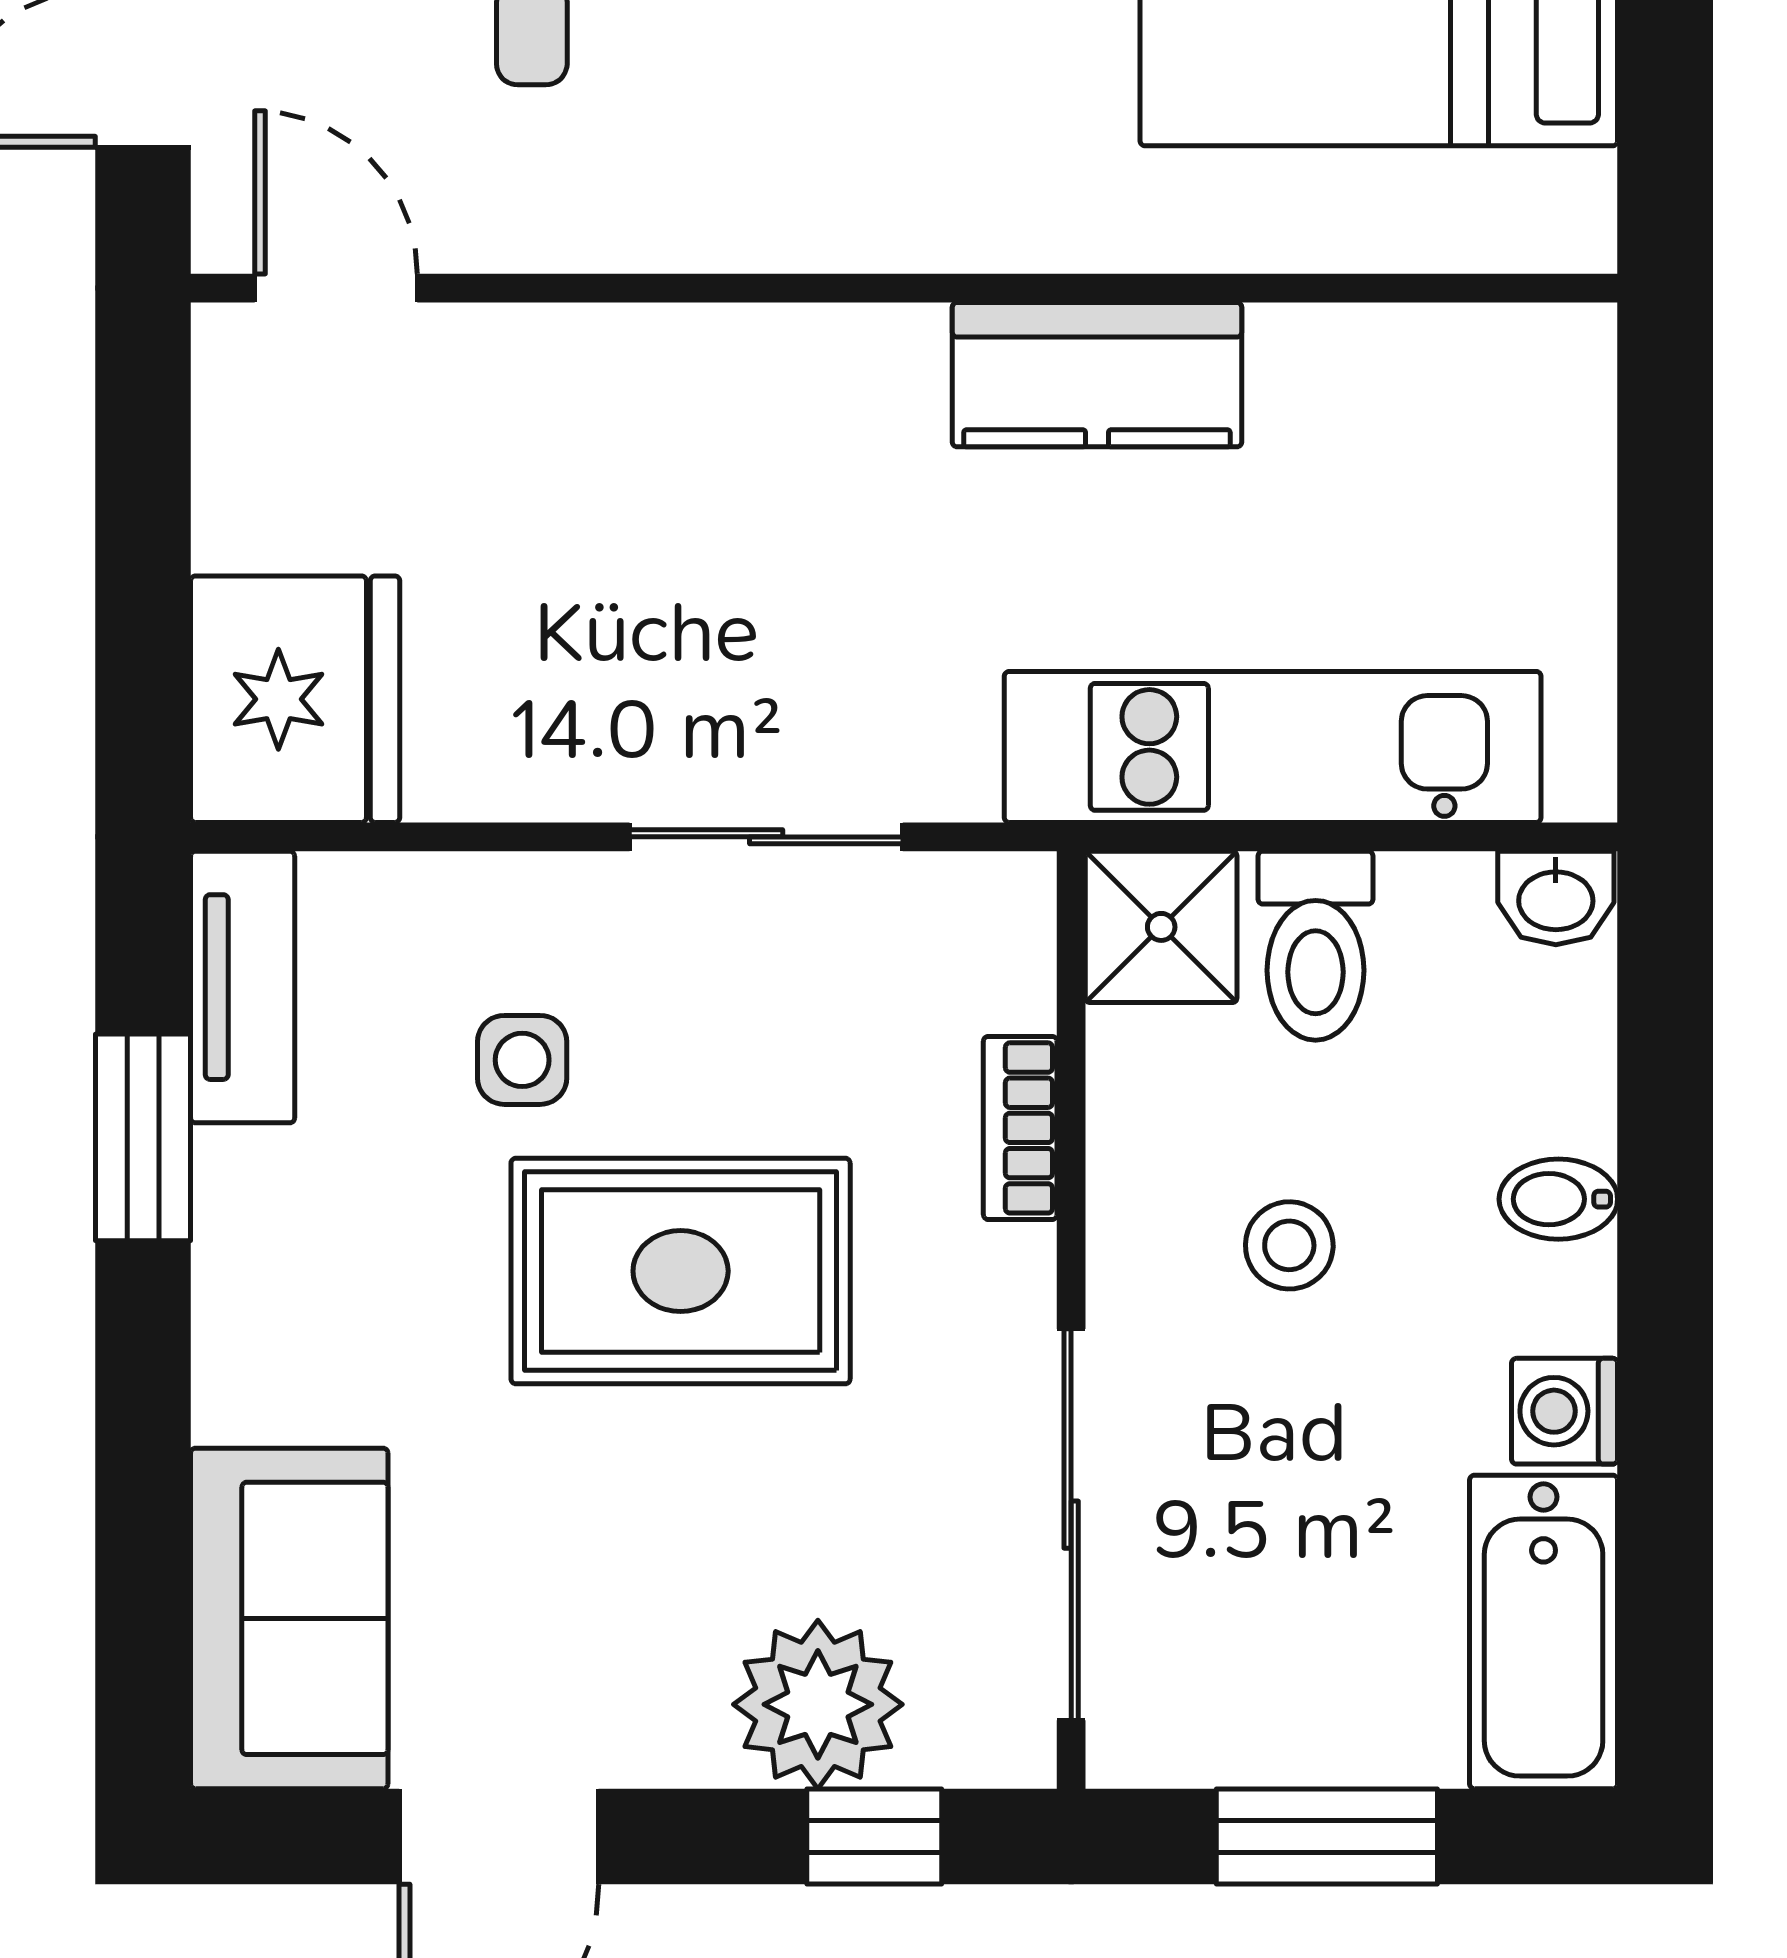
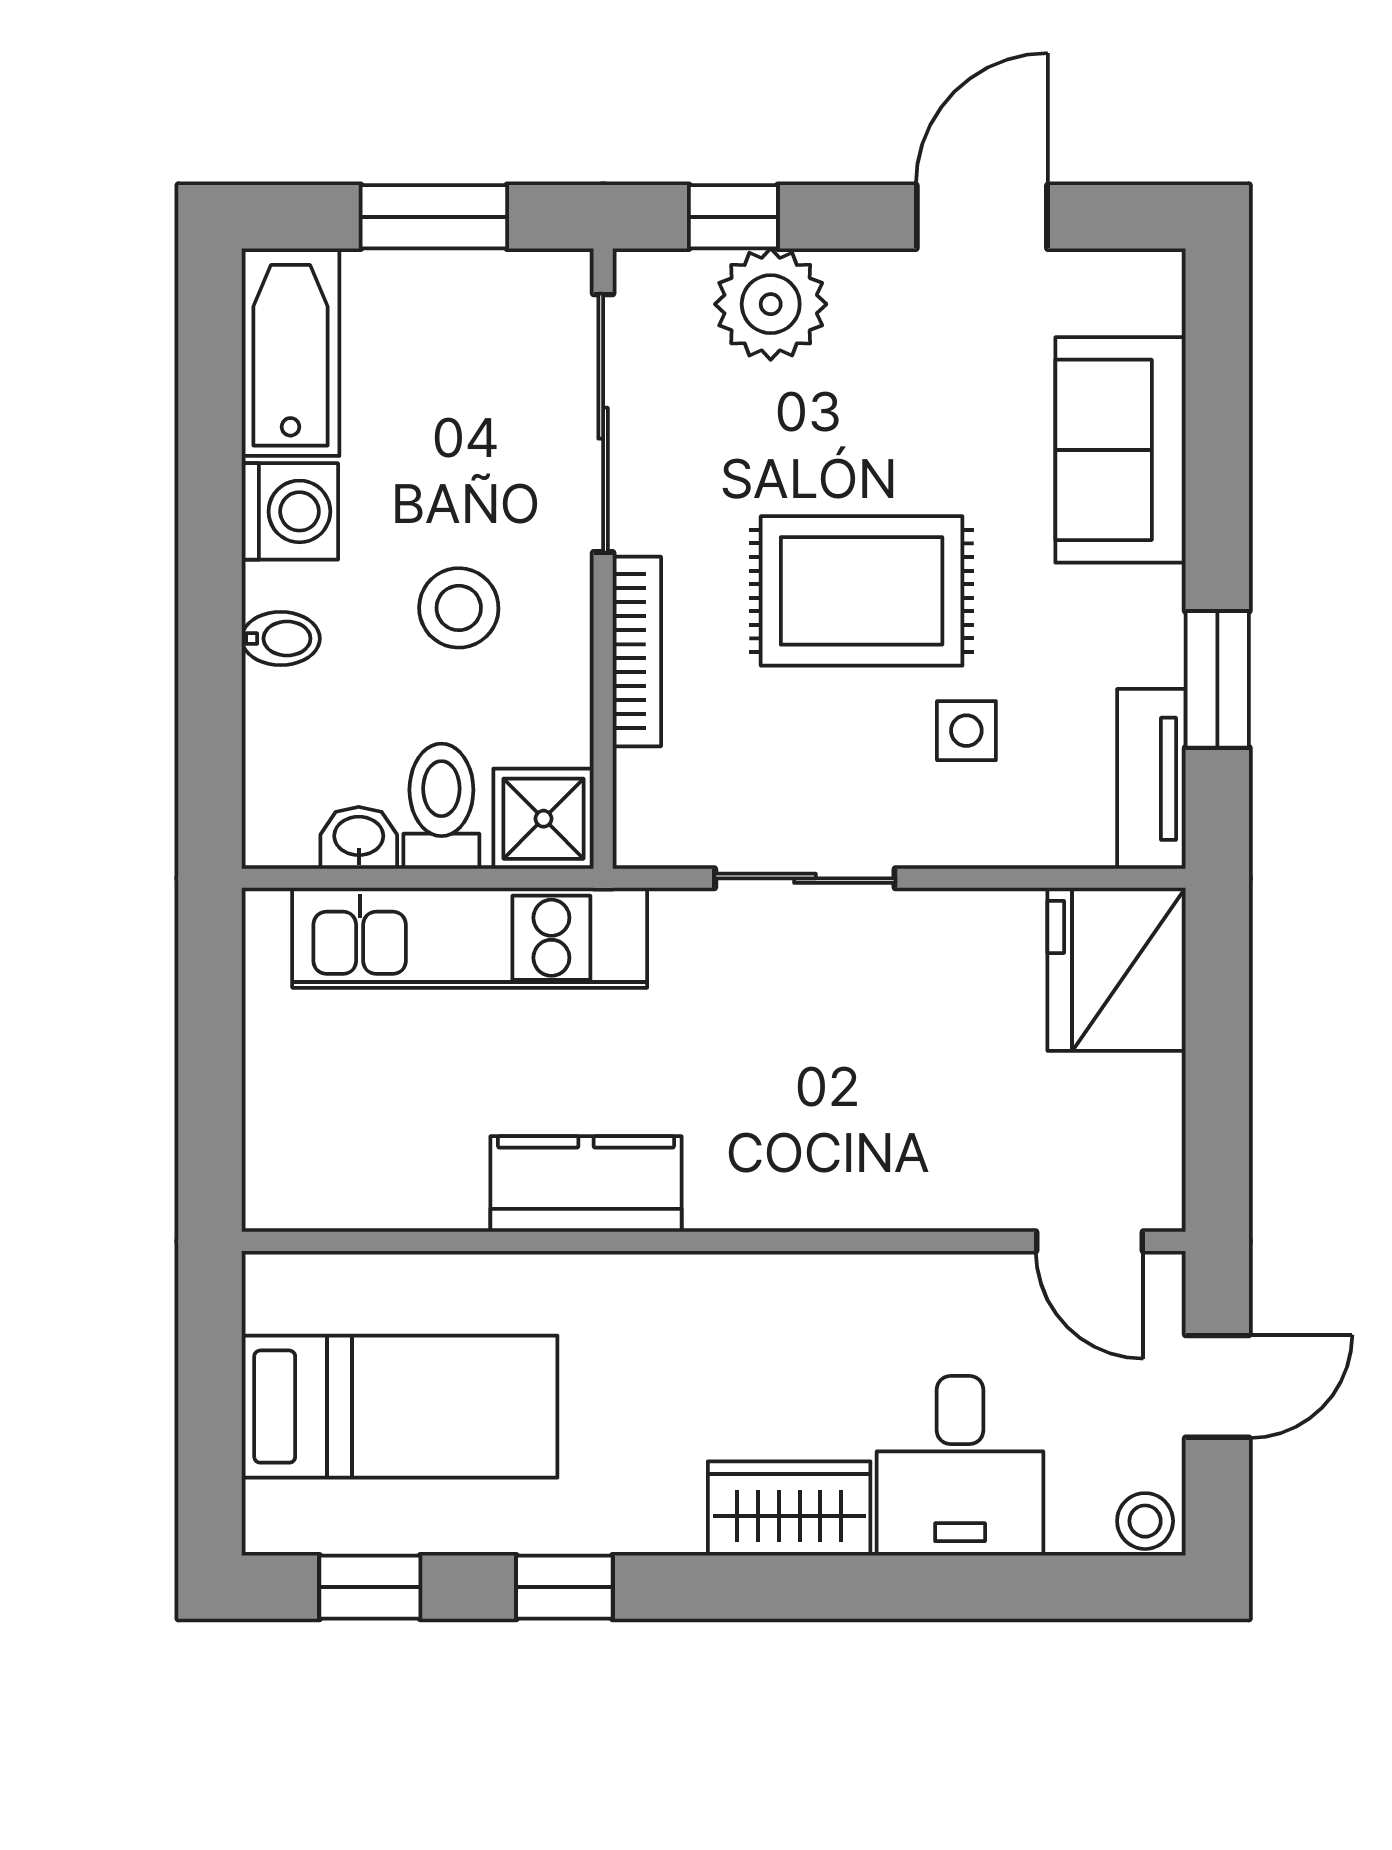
washbasin: (1556, 898) -> (359, 838), moved
bookcase: (1020, 1128) -> (637, 651), width x1.56
stool: (1289, 1245) -> (459, 608), width x1.37, depth x1.37
washing machine: (1565, 1411) -> (290, 511), width x1.38, depth x1.38
sofa: (289, 1618) -> (1121, 450), moved

